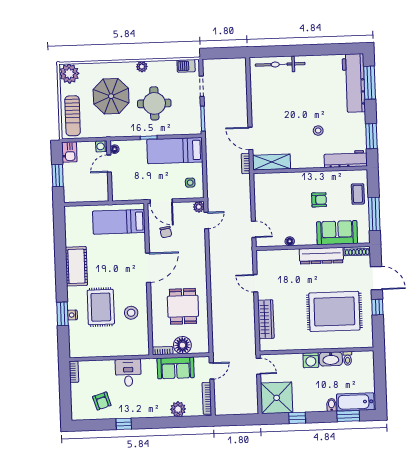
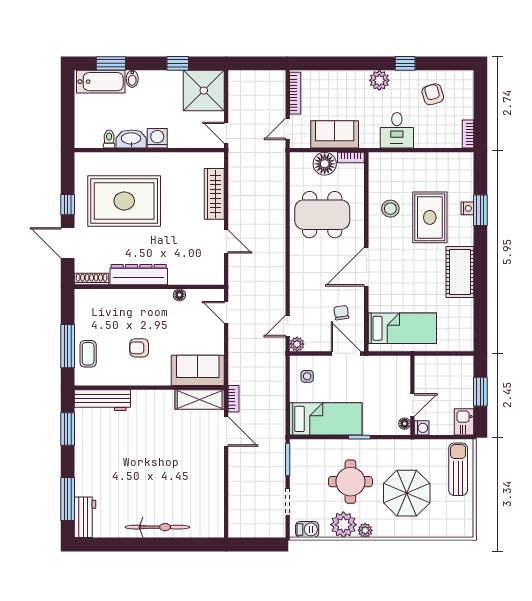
bicycle: (280, 64) -> (157, 527), moved
plant: (69, 74) -> (343, 525), moved
workbench: (354, 83) -> (85, 517), width x0.53, depth x0.76
stool: (318, 131) -> (137, 439), removed
window: (374, 214) -> (68, 346), moved
sofa: (337, 233) -> (198, 370), moved, turned 180
dining table: (183, 306) -> (322, 215), width x1.38
plant: (178, 409) -> (379, 80), moved

